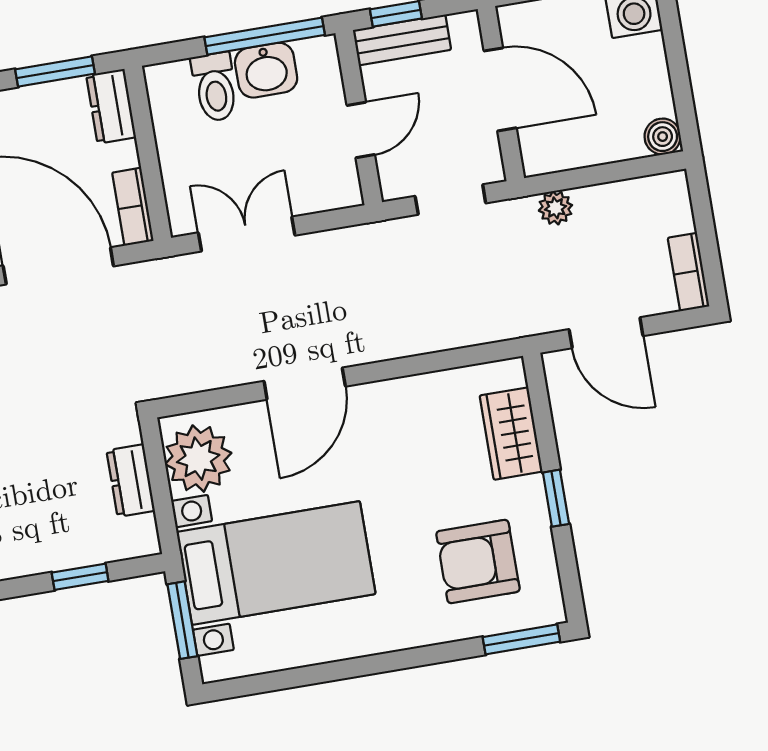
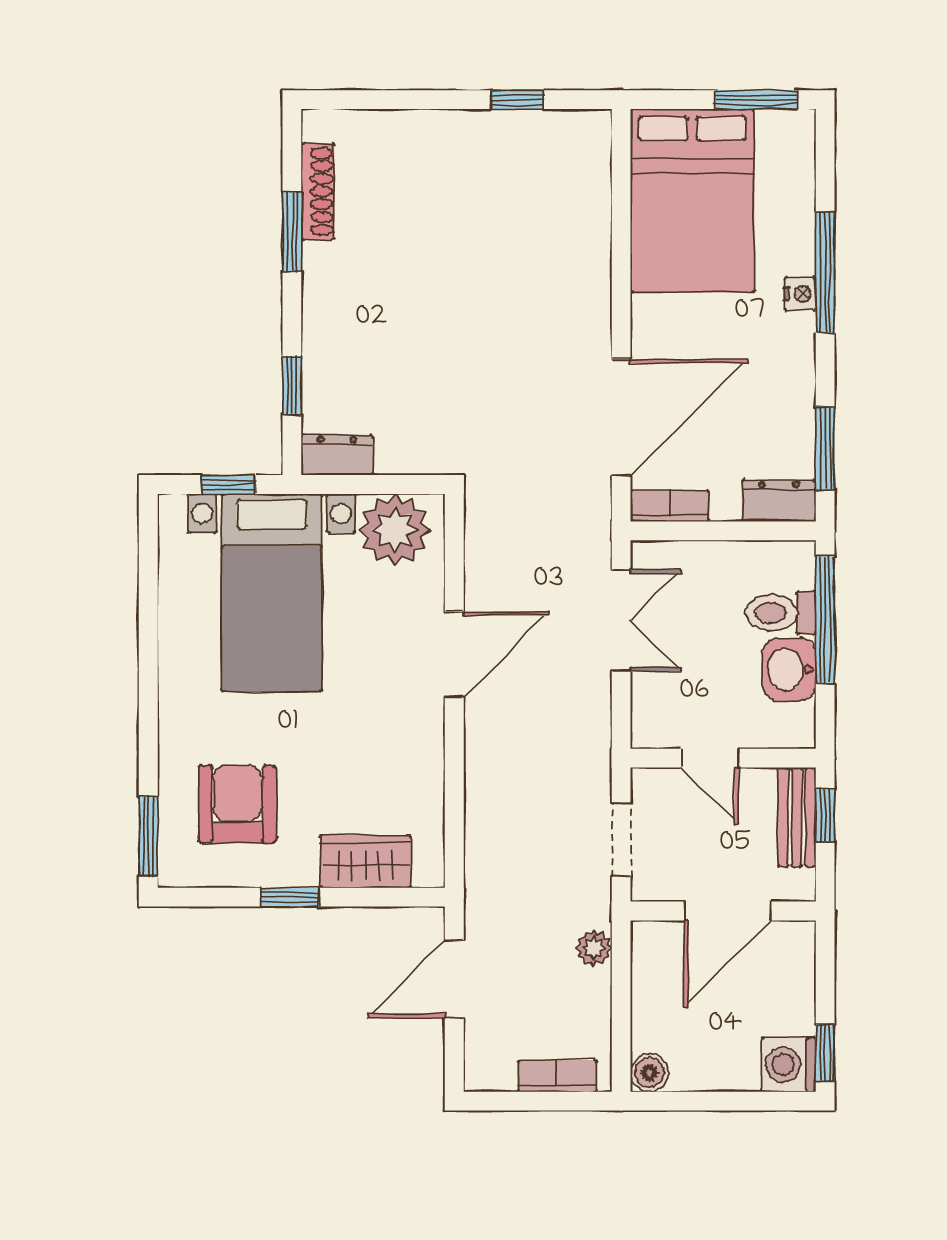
window: (265, 36) -> (825, 620), moved
bookcase: (689, 272) -> (557, 1076), moved
door: (305, 384) -> (454, 654), swing flipped
dresser: (131, 481) -> (337, 455), moved
window: (182, 620) -> (228, 485), width x0.67

